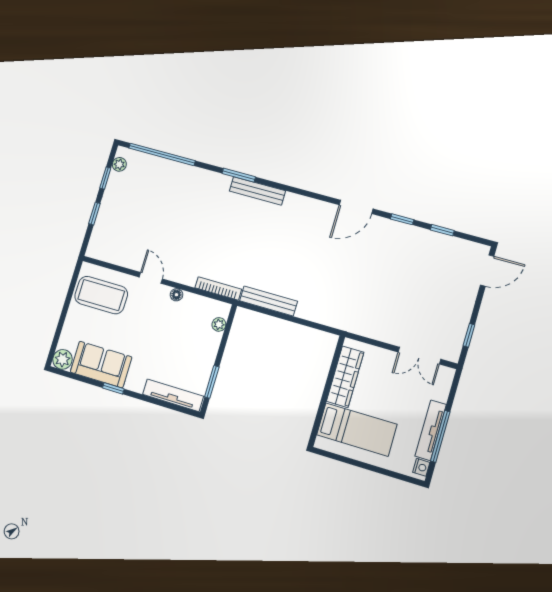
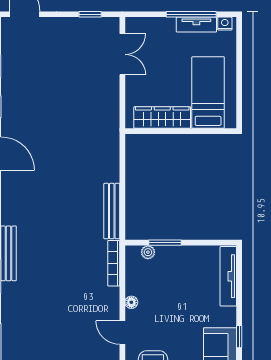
door: (151, 278) -> (122, 333), hinge flipped
window: (212, 382) -> (165, 243), moved
tv unit: (431, 430) -> (196, 25), width x0.71

